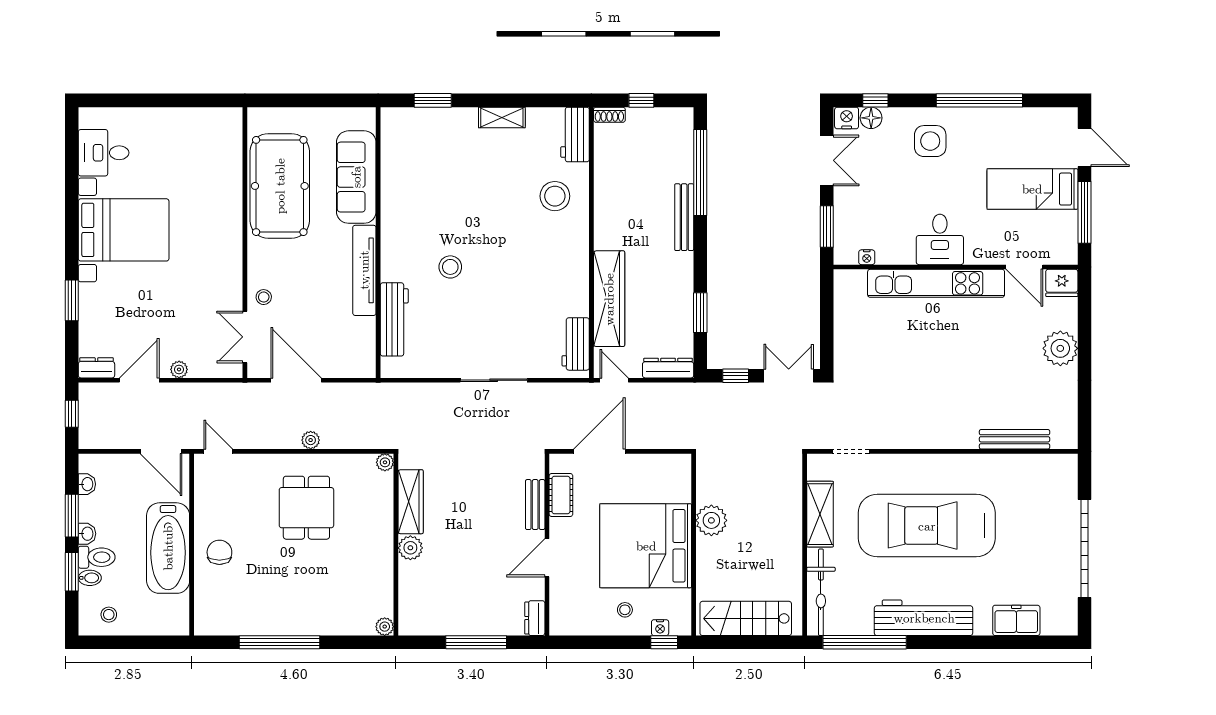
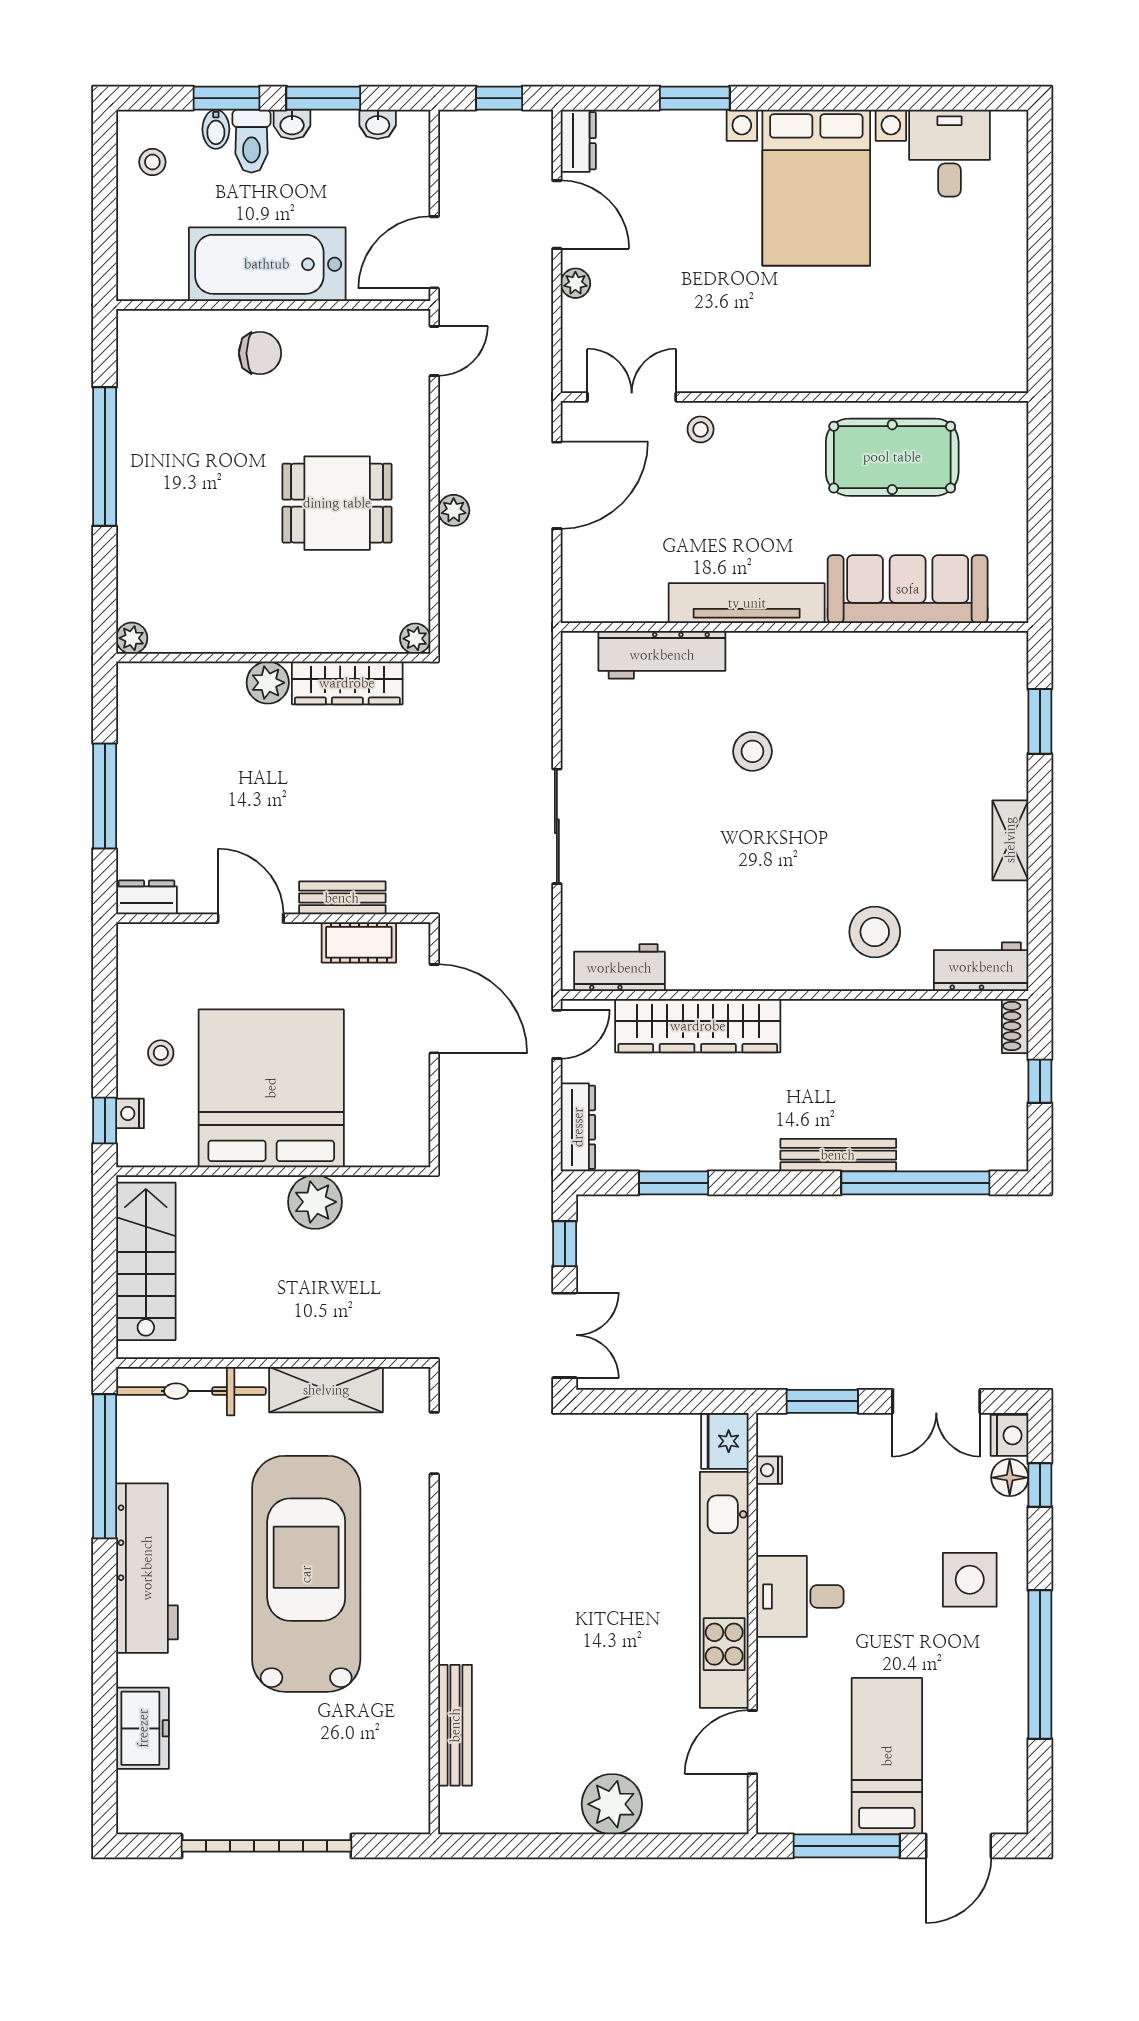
pool table: (280, 186) -> (892, 457), width x0.73, depth x0.76
fridge: (1062, 283) -> (725, 1441), moved

